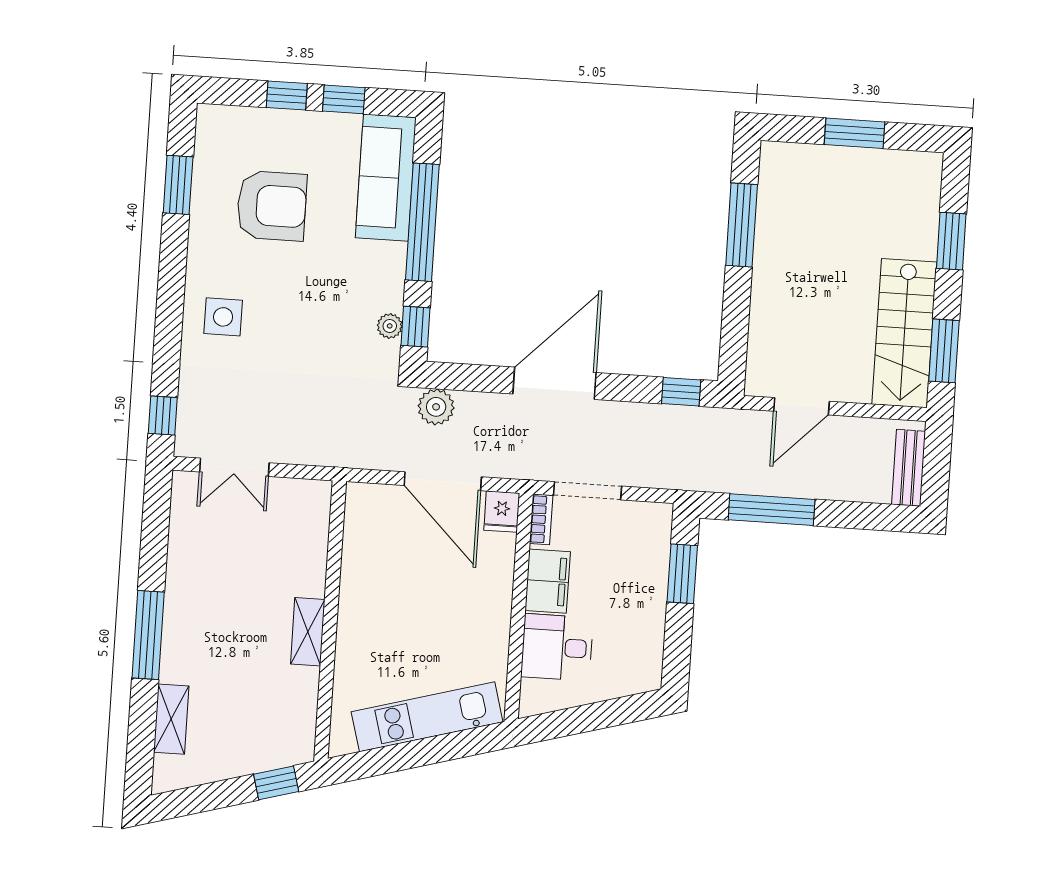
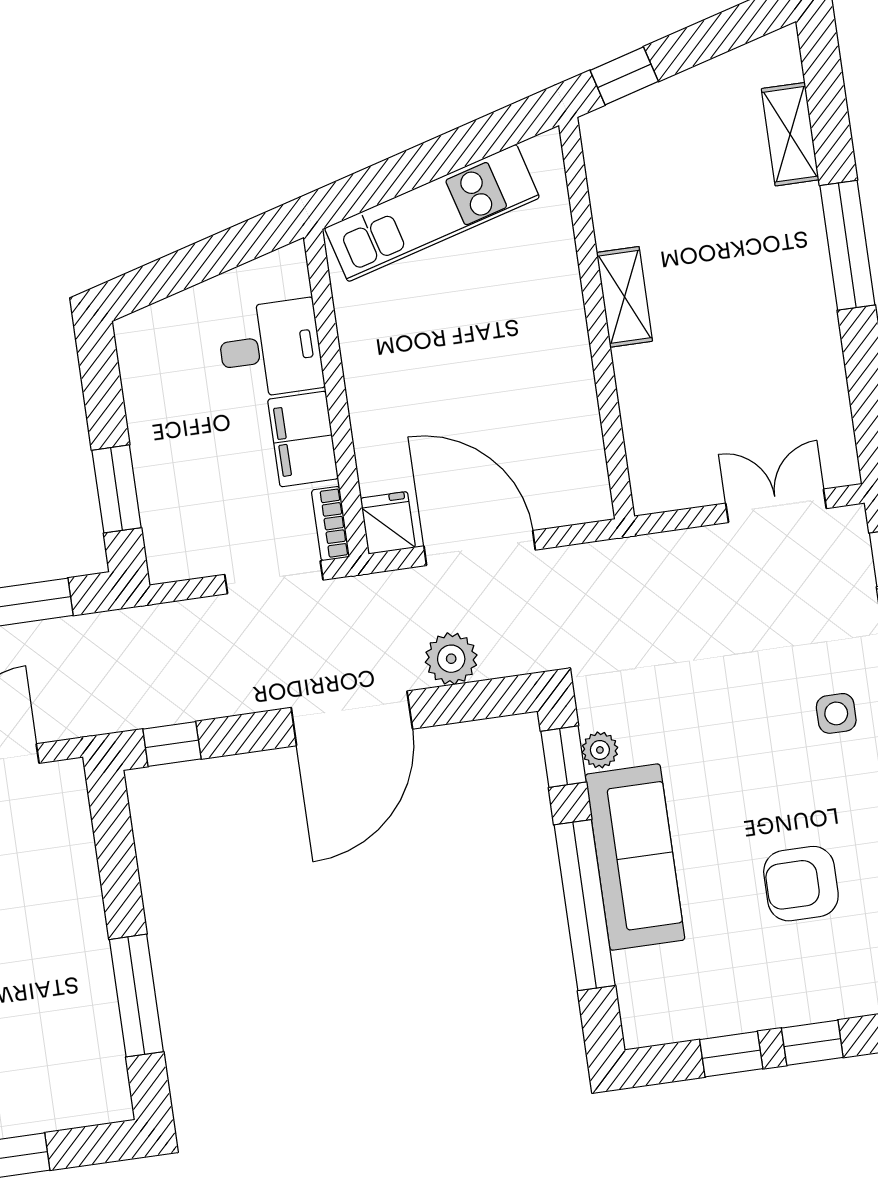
sofa: (386, 178) -> (635, 857), moved
armchair: (272, 206) -> (801, 884), width x0.73, depth x0.73
side table: (223, 317) -> (836, 713), width x0.73, depth x0.73
plant: (436, 407) -> (451, 659), moved

